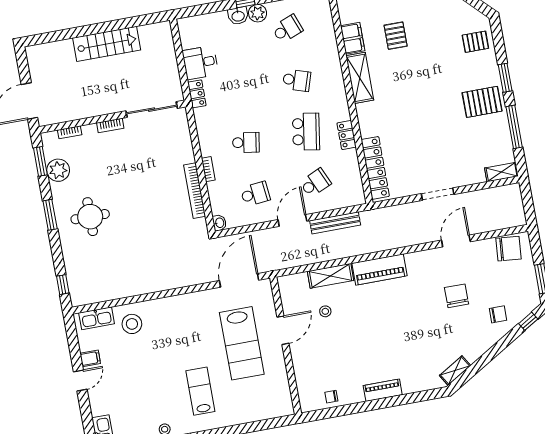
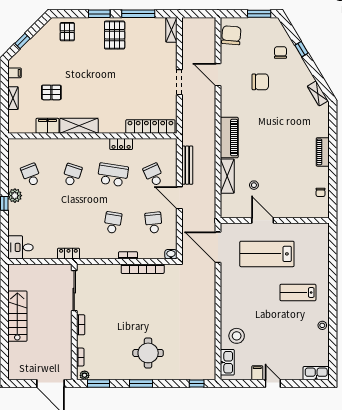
washbasin: (238, 16) -> (14, 211), removed
desk: (200, 63) -> (20, 247), moved, turned 90
plant: (58, 170) -> (85, 375), moved, width x0.53, depth x0.53
chair: (456, 296) -> (260, 82), turned 180
window: (528, 321) -> (301, 49), moved
lab bench: (242, 343) -> (267, 254), turned 180

